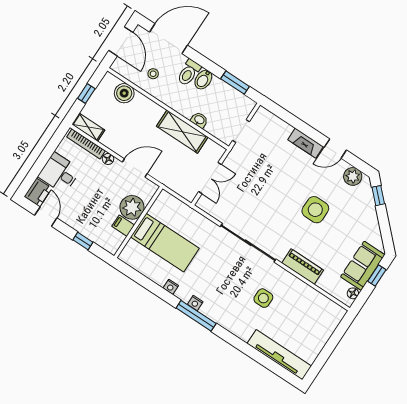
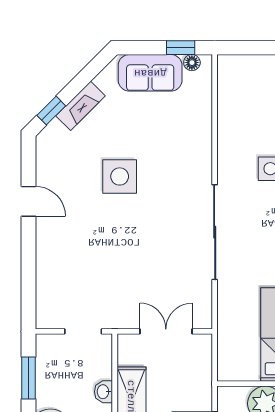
fireplace: (306, 143) -> (80, 106), moved, turned 45
plant: (353, 176) -> (49, 157), removed
piano: (303, 266) -> (200, 146), removed
window: (377, 275) -> (181, 48), moved

